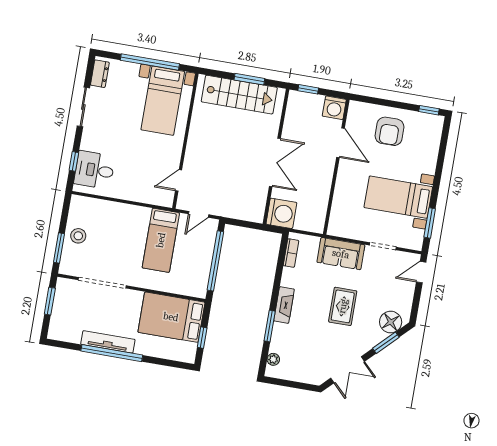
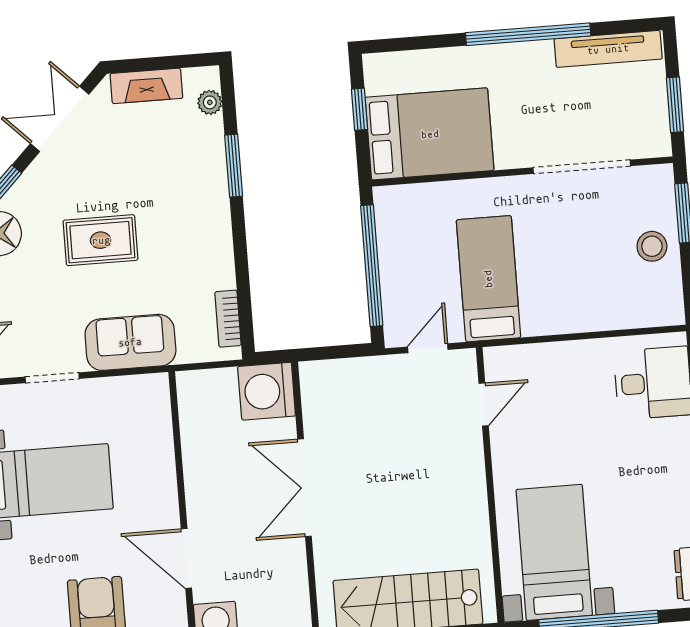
fireplace: (284, 305) -> (146, 86), moved, turned -90
rug: (343, 306) -> (101, 240), turned 90
tv unit: (108, 342) -> (608, 49), moved

